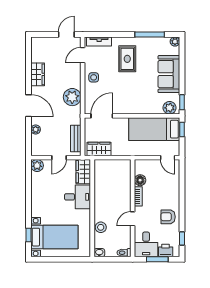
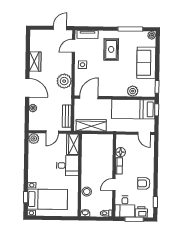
plant: (170, 108) -> (133, 91), moved
wardrobe: (99, 149) -> (91, 125), width x1.50

